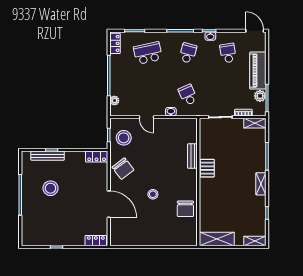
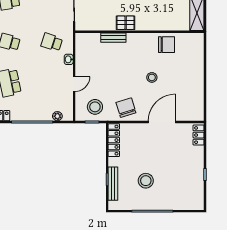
school desk: (188, 95) -> (52, 42), turned 42
locker: (97, 157) -> (114, 140), width x1.53
chair: (123, 169) -> (126, 108), turned -70

